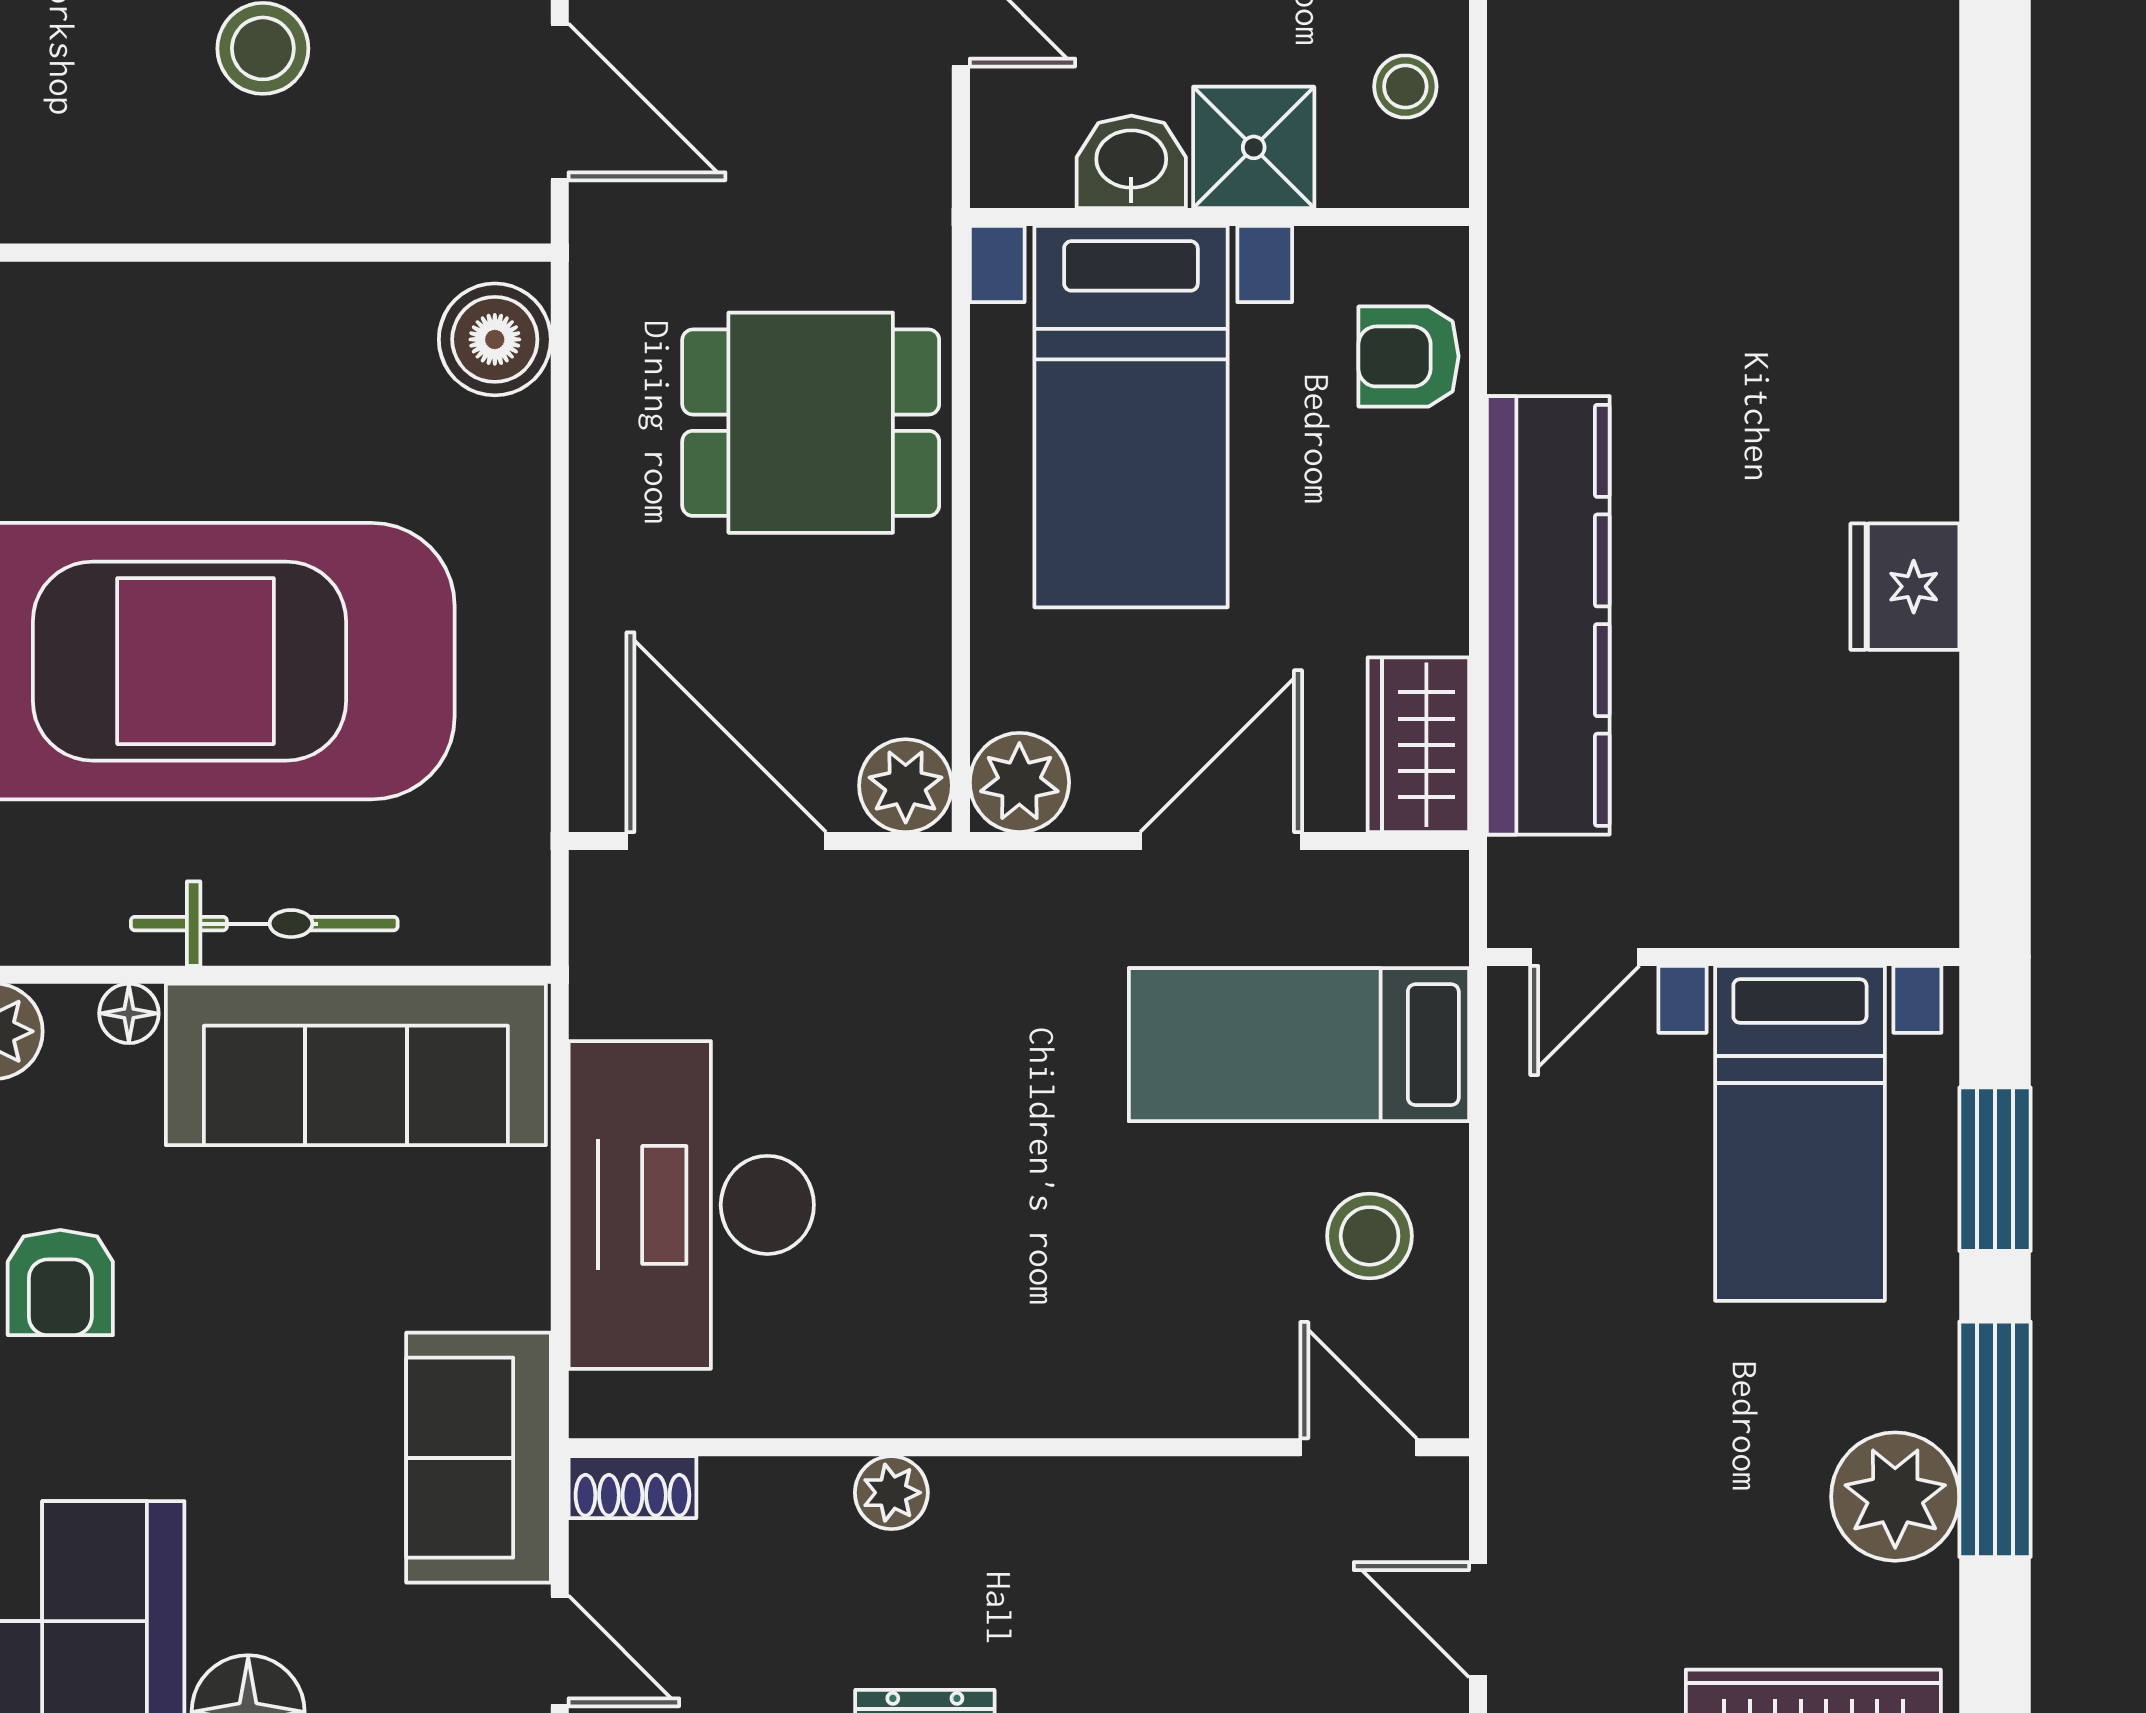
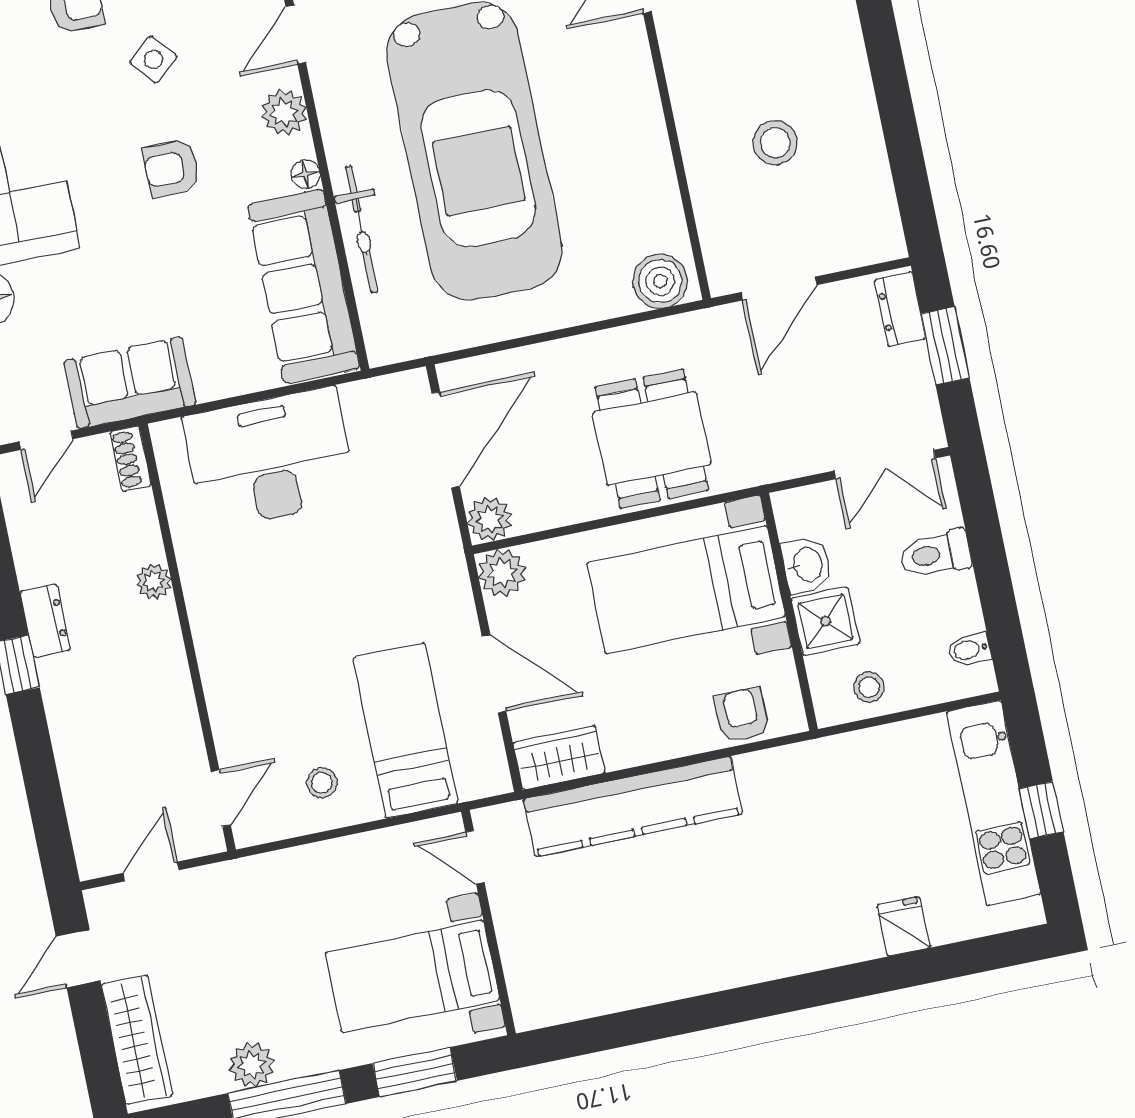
fridge: (1905, 587) -> (904, 926), moved, width x0.72
stool: (1370, 1236) -> (322, 783), width x0.73, depth x0.73
plant: (1895, 1497) -> (252, 1065), width x0.73, depth x0.73

